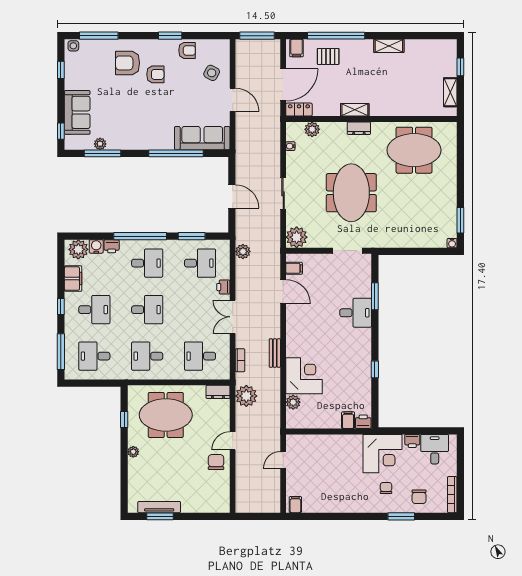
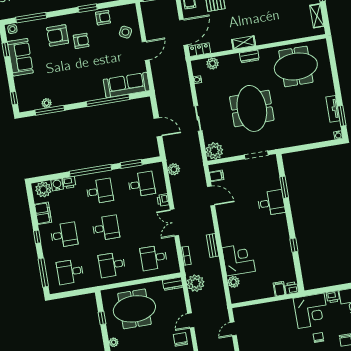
door: (233, 100) -> (146, 51), hinge flipped
sofa: (77, 112) -> (20, 57), moved
tv unit: (451, 210) -> (333, 109), added

